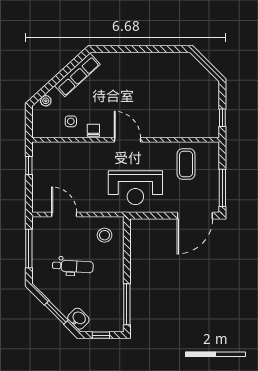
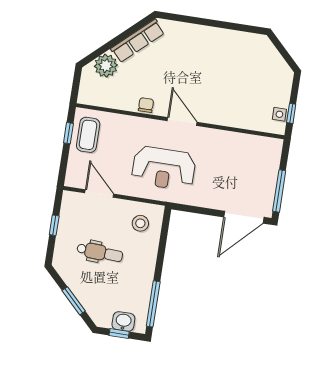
plant: (46, 101) -> (106, 66), width x1.88, depth x1.88
side table: (71, 121) -> (279, 114), moved
coffee table: (186, 164) -> (88, 135), moved
reception desk: (135, 188) -> (164, 168), moved
window: (29, 249) -> (54, 225), width x0.46
washbasin: (78, 319) -> (123, 321), moved, turned -45

